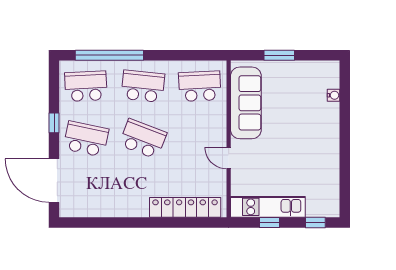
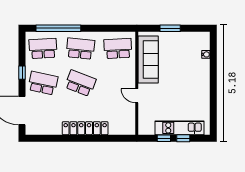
locker: (185, 207) -> (85, 128), moved
kitchen unit: (268, 207) -> (180, 128), moved
window: (315, 223) -> (183, 138), moved

